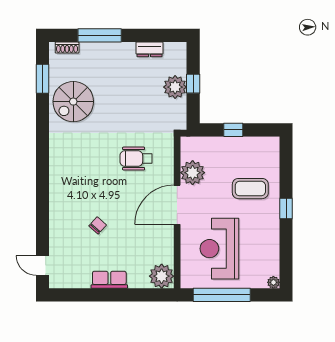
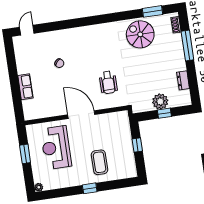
wheelchair: (136, 159) -> (108, 82), turned 180
plant: (193, 173) -> (104, 122), removed
reception desk: (219, 249) -> (56, 148), turned -90
plant: (162, 276) -> (32, 111), removed
row of seats: (109, 280) -> (25, 87), moved
window: (222, 295) -> (25, 154), width x0.47

